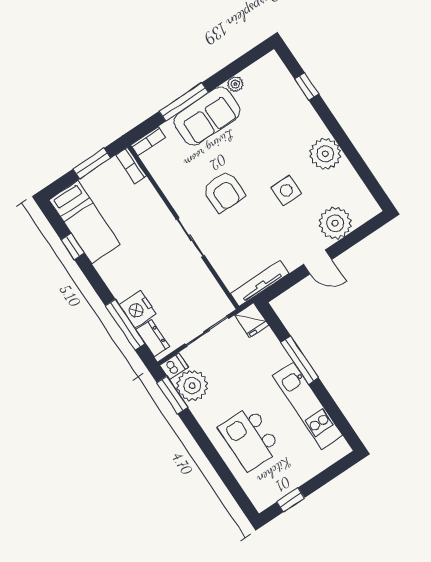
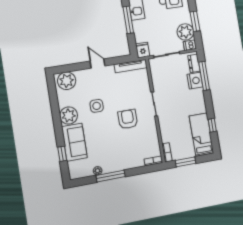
window: (184, 102) -> (111, 176), moved
sofa: (207, 116) -> (74, 142), moved, turned 90
plant: (335, 223) -> (67, 81), moved
window: (172, 395) -> (195, 21), moved

